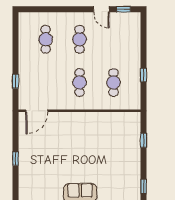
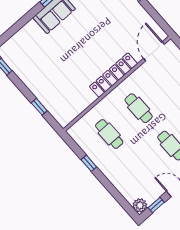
plant: (134, 18) -> (140, 205), added
locker: (77, 118) -> (113, 75), added

